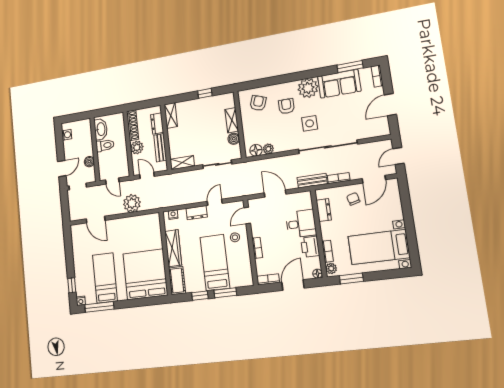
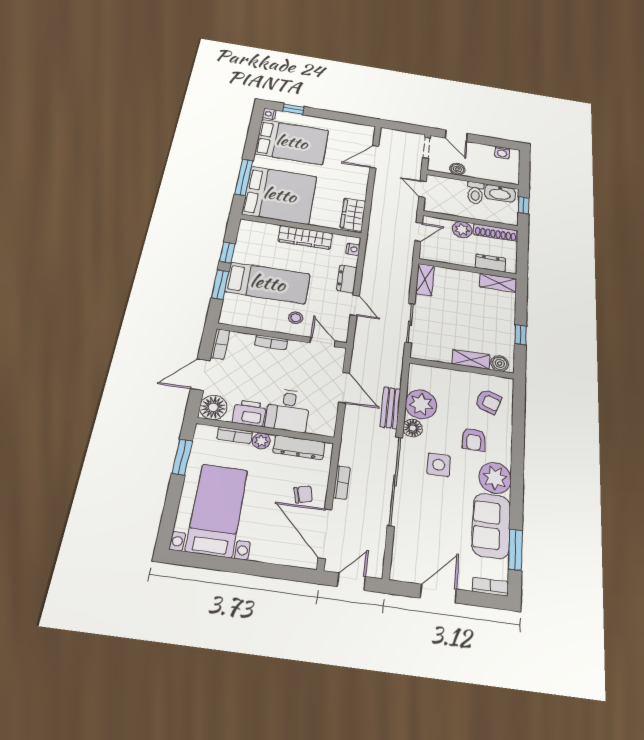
door: (390, 105) -> (438, 594), hinge flipped
armchair: (286, 106) -> (474, 439), turned 90
window: (106, 112) -> (524, 205), added
boiler: (234, 139) -> (500, 363), moved
bench: (160, 148) -> (454, 258), removed
plant: (268, 149) -> (421, 404), width x1.87, depth x1.87
floor lamp: (256, 150) -> (413, 428), moved
door: (398, 156) -> (351, 582), hinge flipped
door: (374, 179) -> (325, 533), width x1.36
door: (112, 181) -> (423, 189), hinge flipped
bench: (312, 181) -> (390, 408), moved
door: (275, 194) -> (344, 388), hinge flipped
plant: (132, 203) -> (384, 204), removed
dresser: (324, 210) -> (299, 447), width x1.44
wardrobe: (146, 222) -> (353, 215), added
plant: (331, 268) -> (261, 441), moved
floor lamp: (318, 274) -> (213, 407), width x1.89, depth x1.89
bed: (105, 278) -> (292, 142), width x1.50
cot: (177, 280) -> (258, 230), removed
door: (293, 285) -> (200, 375), swing flipped
window: (99, 307) -> (244, 177), moved

